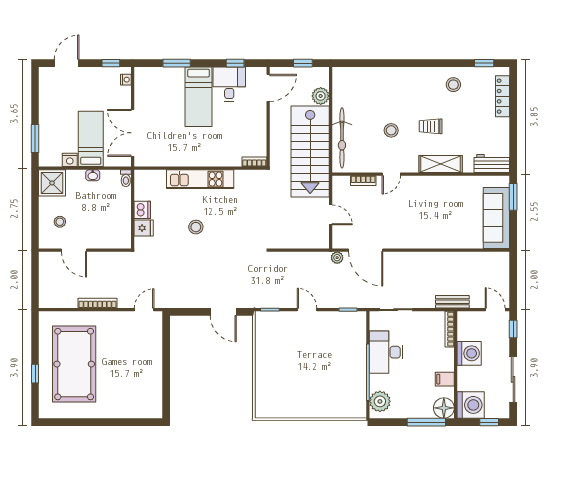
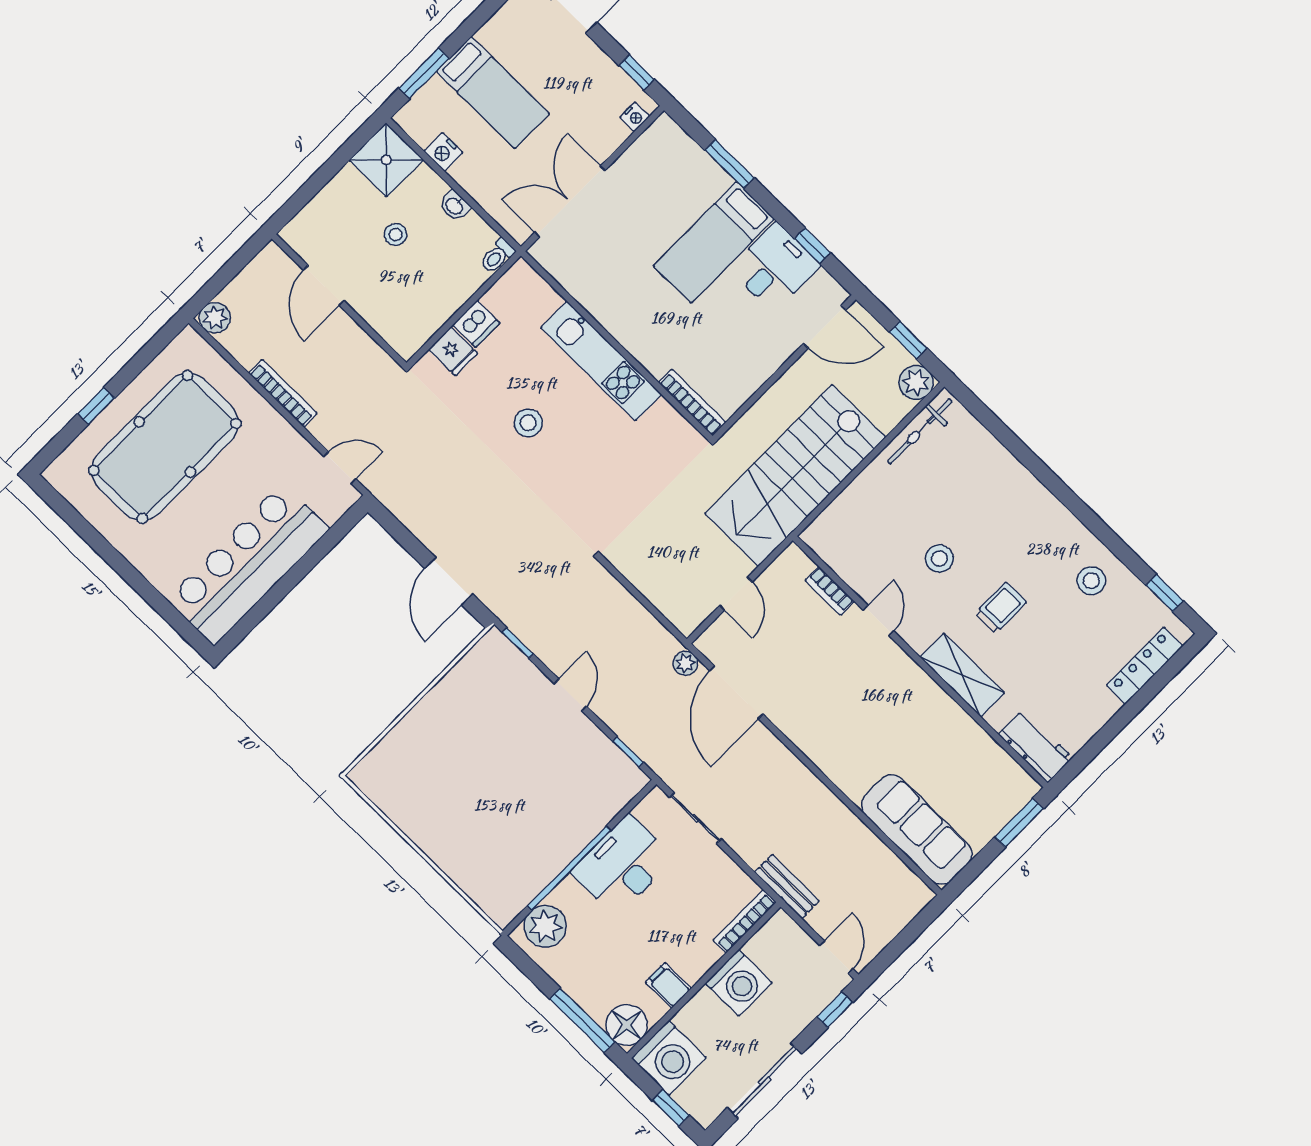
plant: (321, 96) -> (916, 382), moved
trolley: (431, 126) -> (1001, 608), turned 90
bicycle: (342, 138) -> (920, 431), moved, width x0.73, depth x0.71
bed: (91, 139) -> (493, 93), moved, turned 90
bookcase: (254, 162) -> (692, 402), width x1.56
door: (391, 174) -> (879, 621), swing flipped
sofa: (496, 218) -> (917, 830), moved, turned 90
stool: (60, 222) -> (396, 234), moved
plant: (46, 300) -> (215, 318), added
bar counter: (145, 377) -> (248, 564), added

